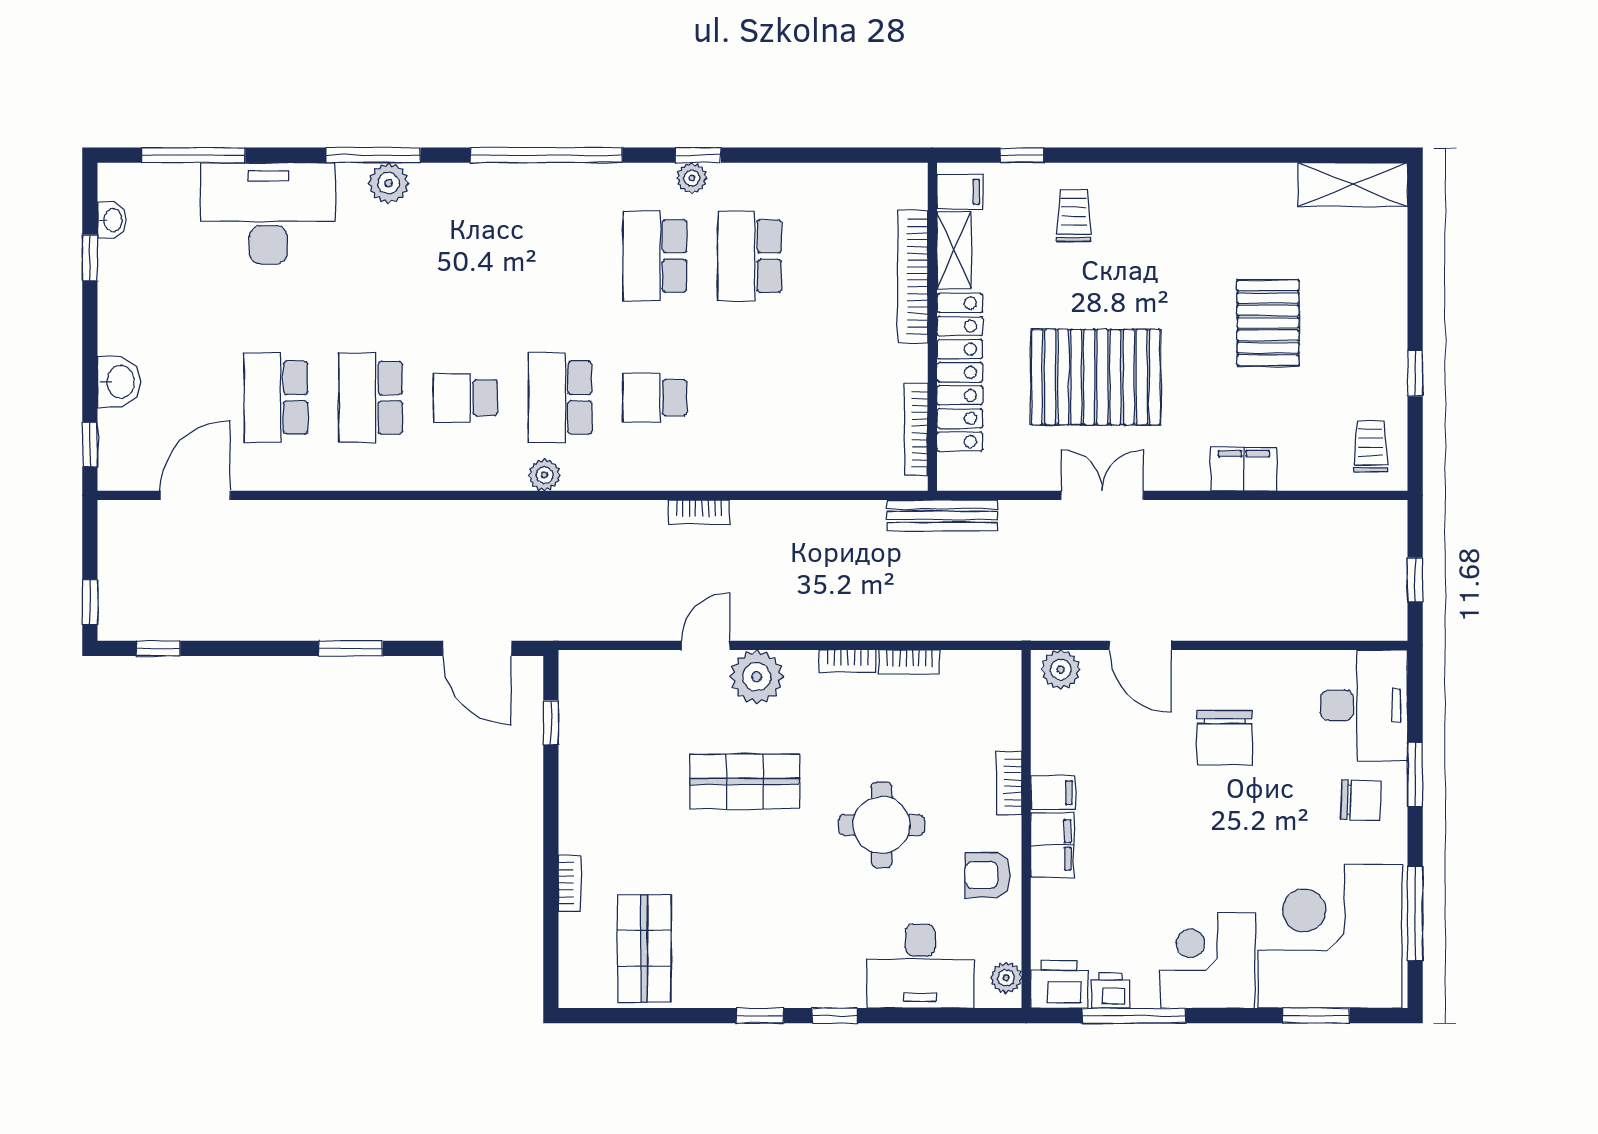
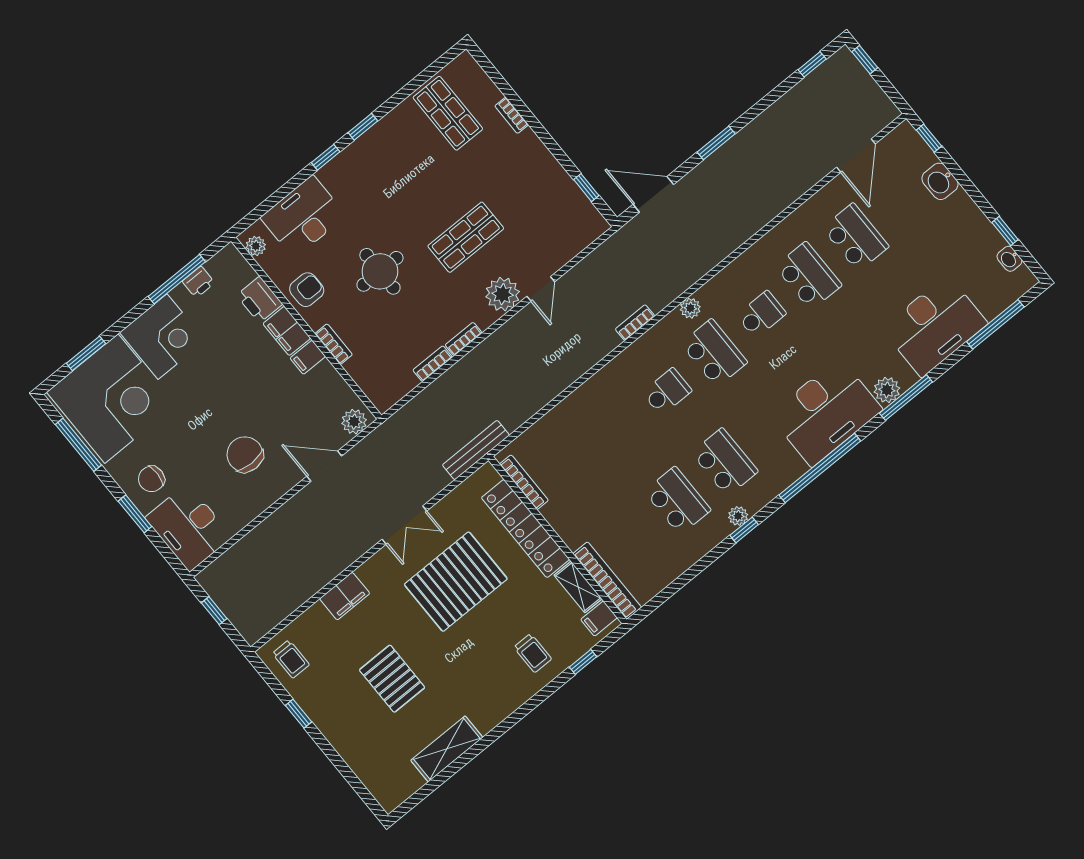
shelving: (1353, 185) -> (447, 749), moved
desk: (484, 217) -> (826, 412), added
bookcase: (913, 277) -> (607, 581), moved
bookcase: (699, 512) -> (635, 323), moved
printer: (1059, 984) -> (260, 300), moved, turned 90

